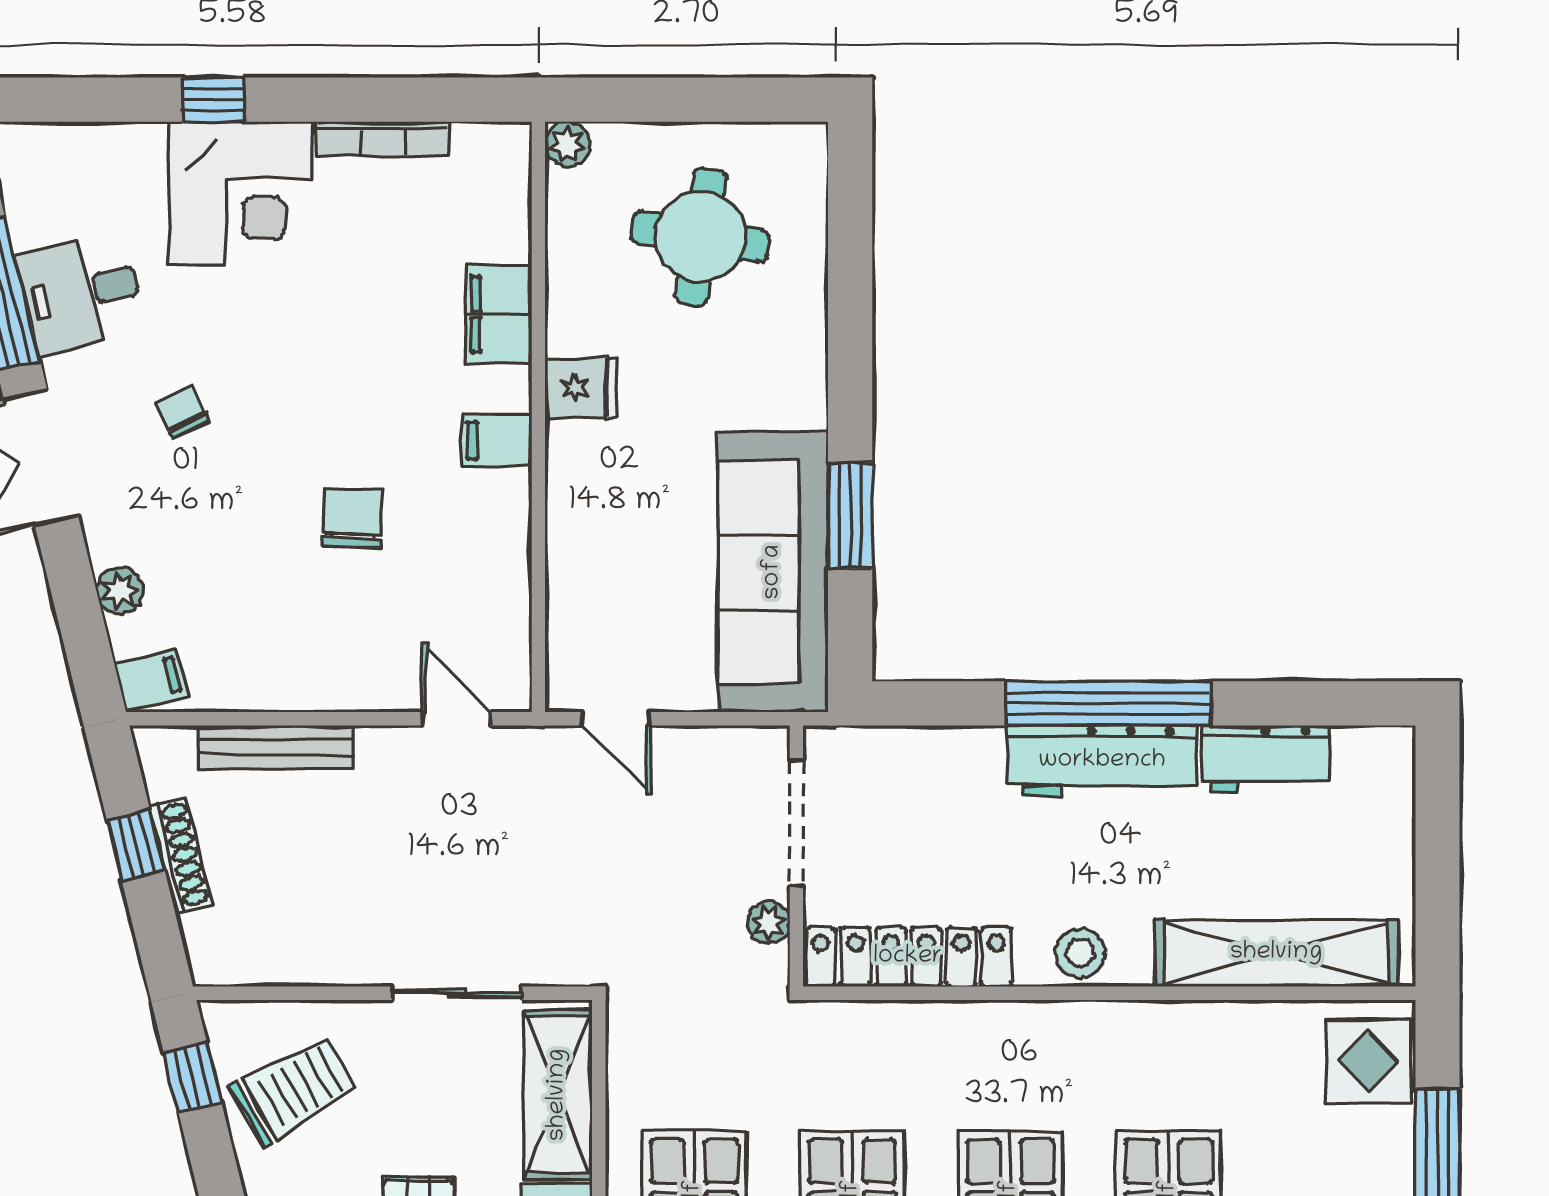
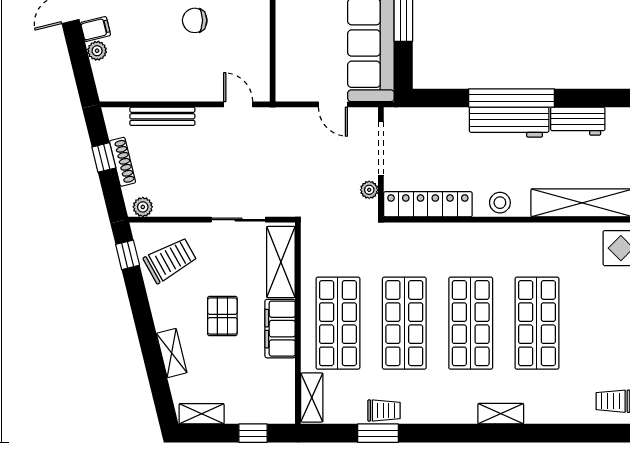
chair: (353, 519) -> (195, 20), turned -92
filing cabinet: (151, 680) -> (96, 29), moved
door: (616, 719) -> (333, 104), moved
plant: (229, 963) -> (143, 207), added

